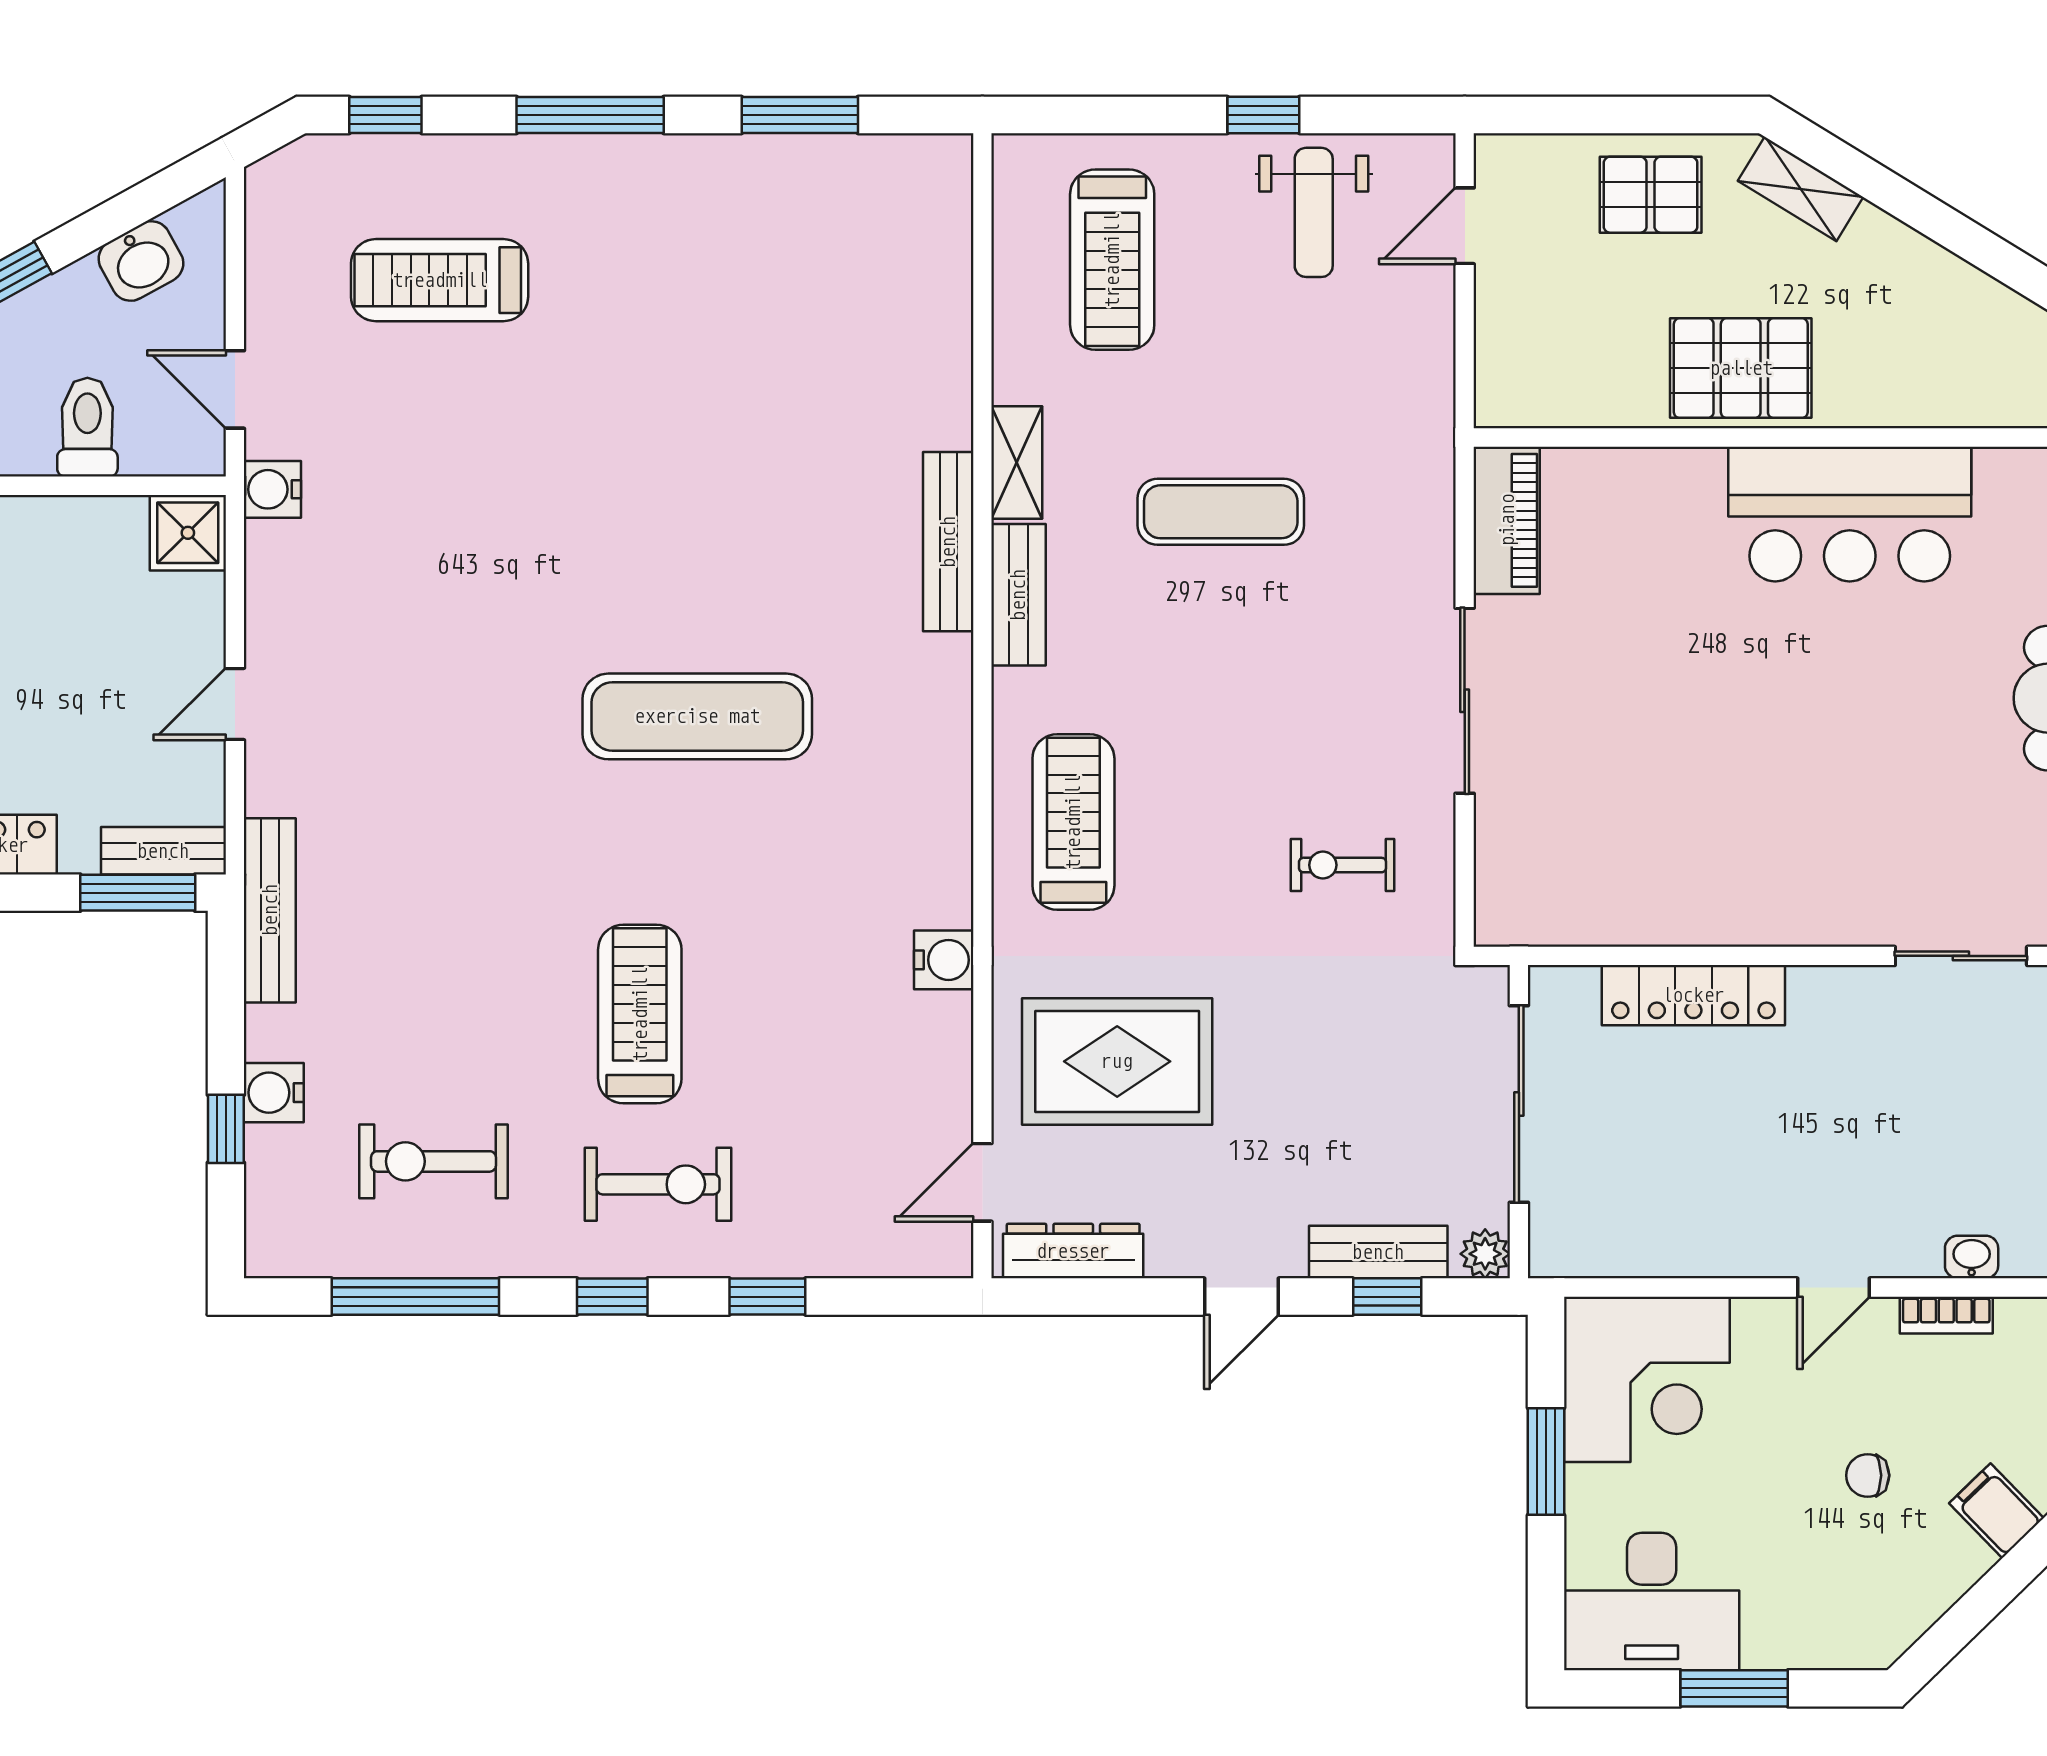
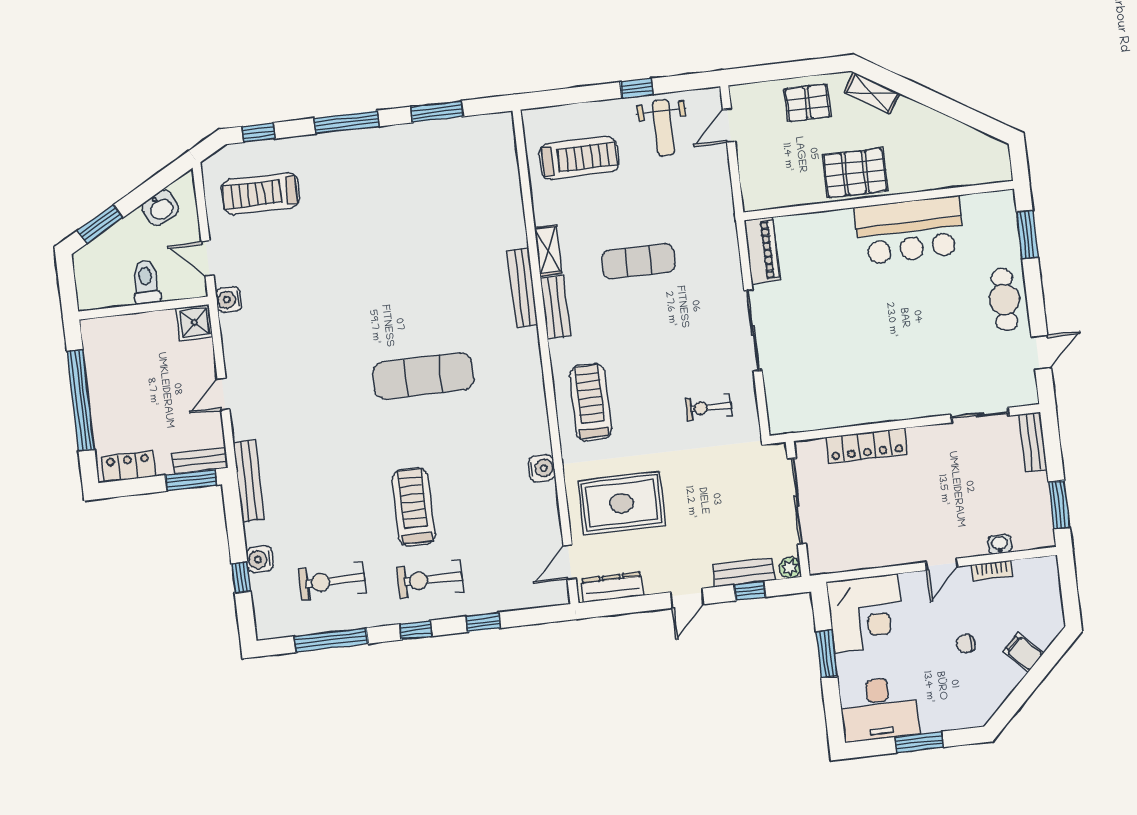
treadmill: (1112, 260) -> (579, 158), turned -90
treadmill: (440, 280) -> (261, 194), moved
exercise bike: (658, 1184) -> (430, 579), turned 180

